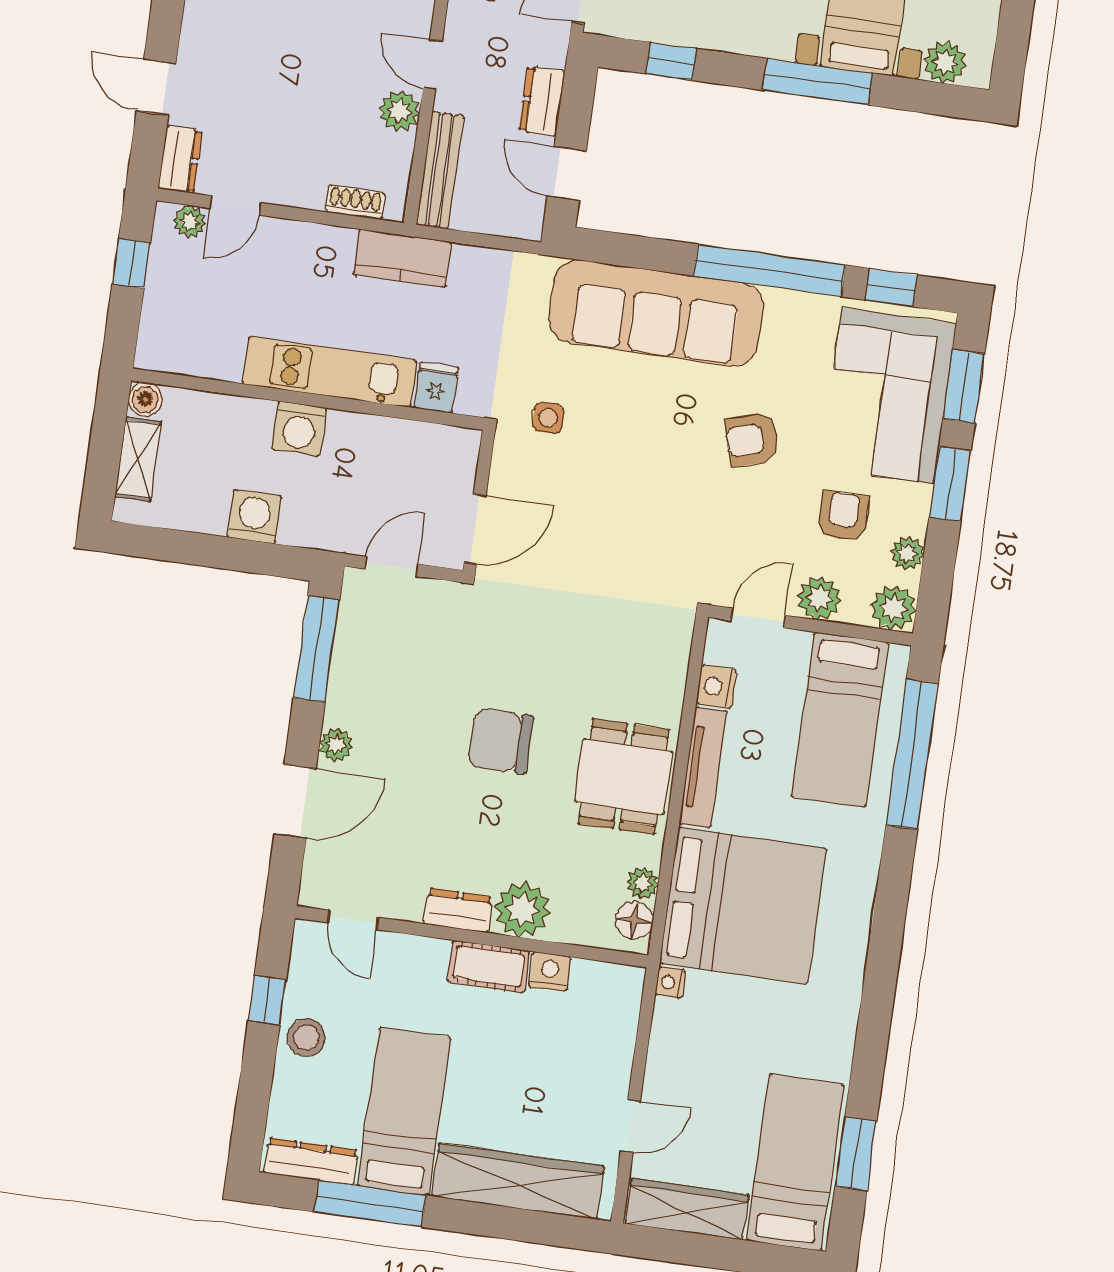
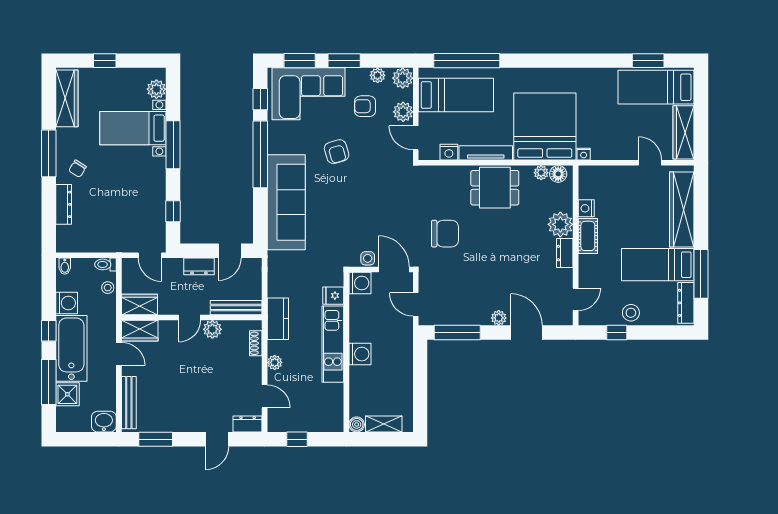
plant: (190, 221) -> (275, 362), moved
side table: (548, 418) -> (368, 258), moved
washing machine: (254, 517) -> (360, 283), moved, turned 180
chair: (501, 741) -> (445, 234), moved, turned -90

